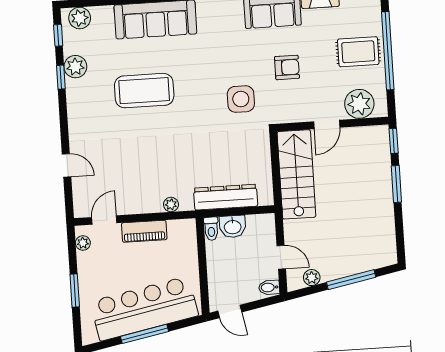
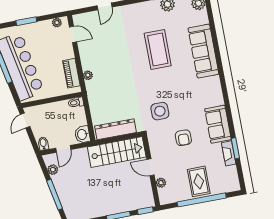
plant: (359, 104) -> (161, 183), width x0.53, depth x0.53
dresser: (226, 197) -> (115, 129), moved, turned -90
washbasin: (233, 226) -> (82, 134), moved
piano: (144, 231) -> (71, 73), moved

